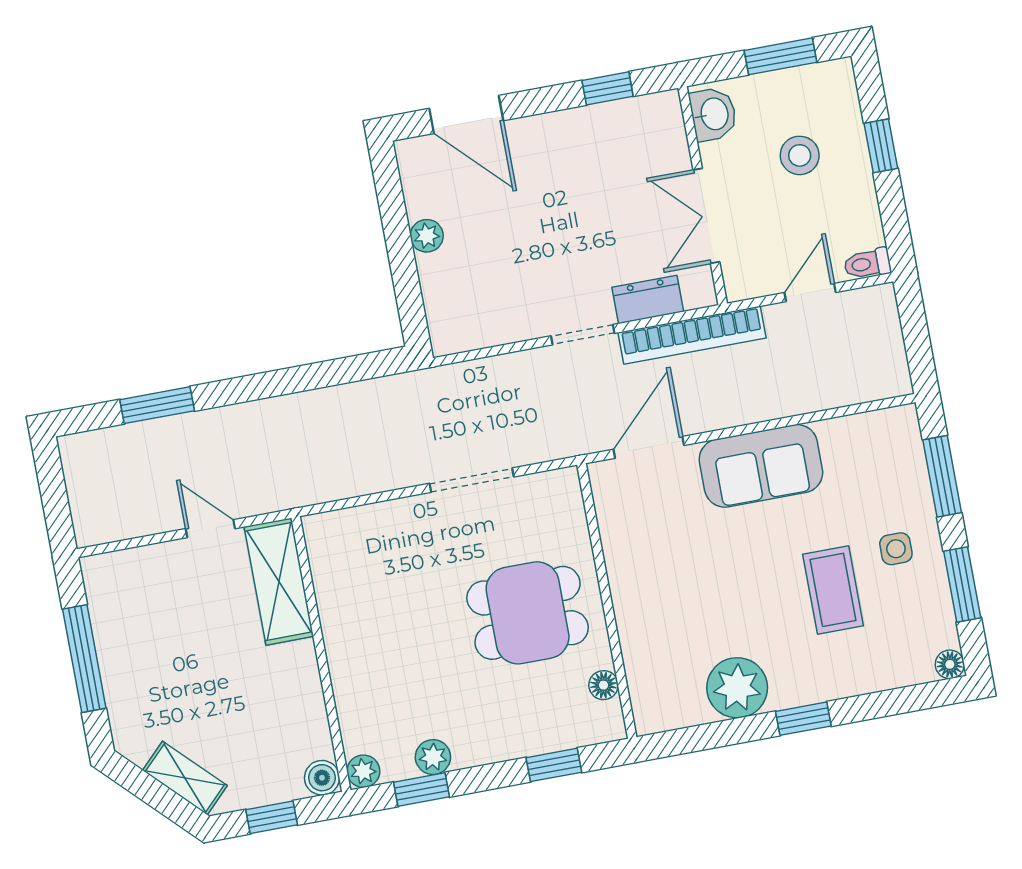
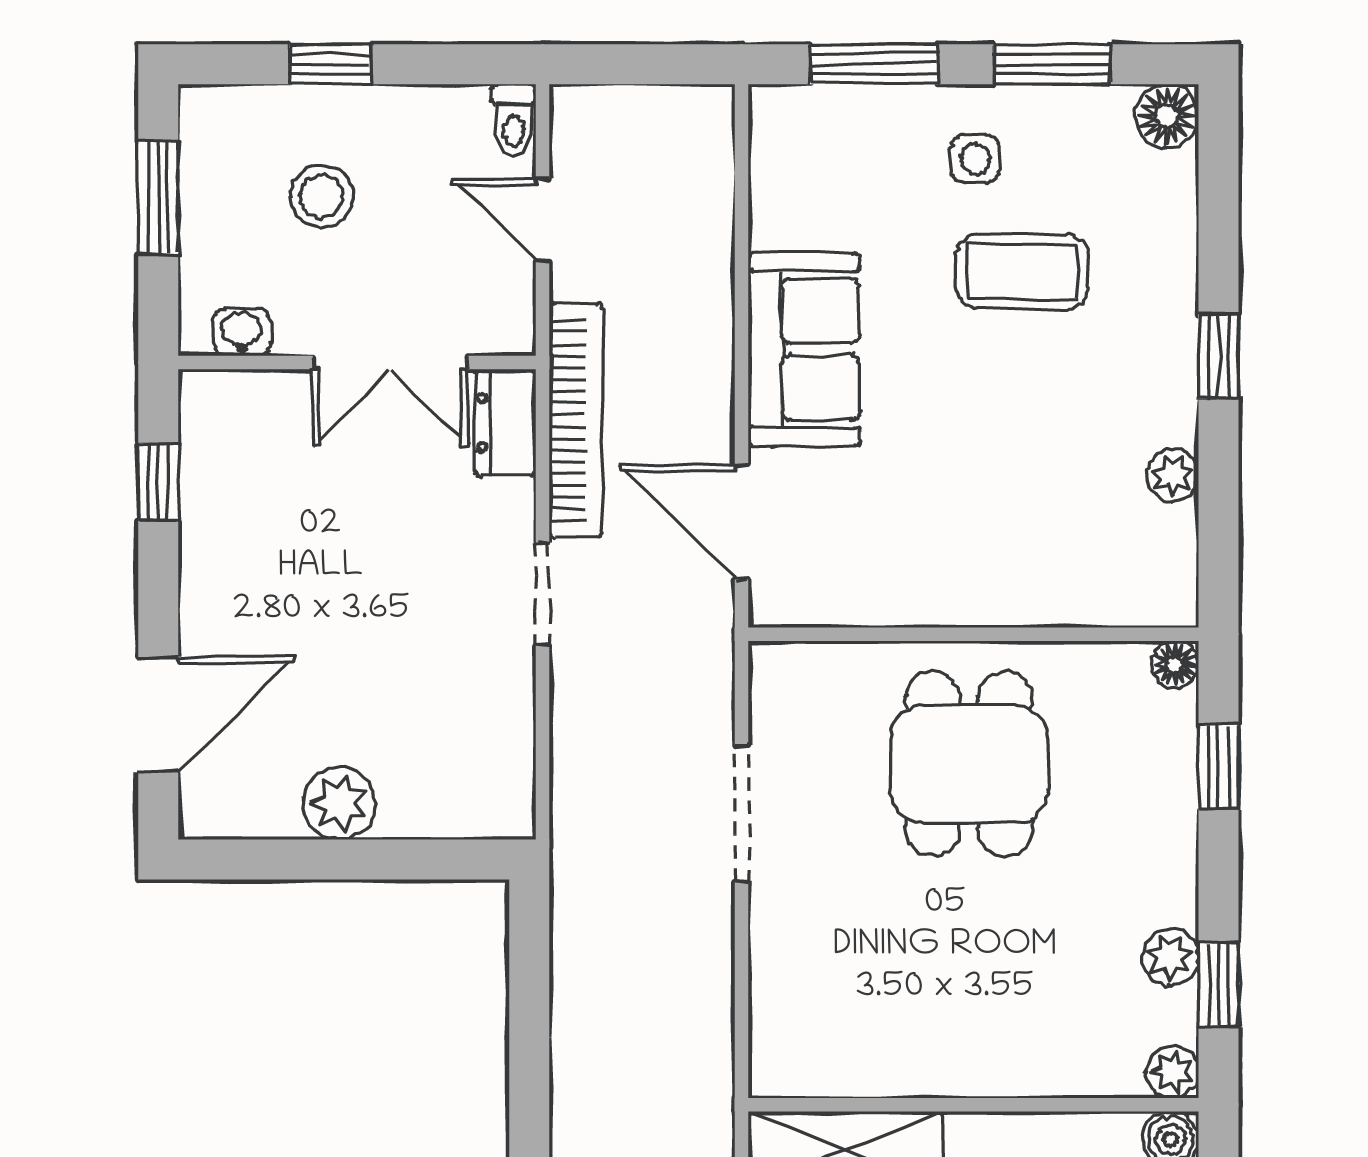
washbasin: (713, 114) -> (242, 332), width x0.72, depth x0.69
plant: (427, 236) -> (339, 803), width x1.38, depth x1.38
dresser: (648, 299) -> (506, 423), moved
floor lamp: (950, 664) -> (1167, 116), width x1.37, depth x1.37
floor lamp: (604, 685) -> (1175, 664), moved
plant: (737, 688) -> (1173, 475), width x0.53, depth x0.53

